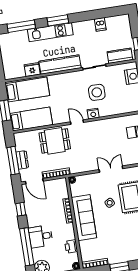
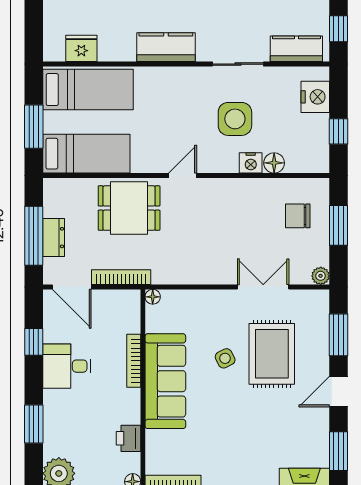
kitchen counter: (60, 65) -> (166, 47), width x0.67
fridge: (32, 69) -> (81, 48), moved
floor lamp: (118, 110) -> (274, 163), added
nightstand: (93, 114) -> (251, 163), moved
door: (77, 122) -> (183, 175), hinge flipped
double door: (111, 169) -> (263, 287), moved
desk: (41, 236) -> (67, 366), moved
window: (27, 247) -> (34, 424), width x0.47

